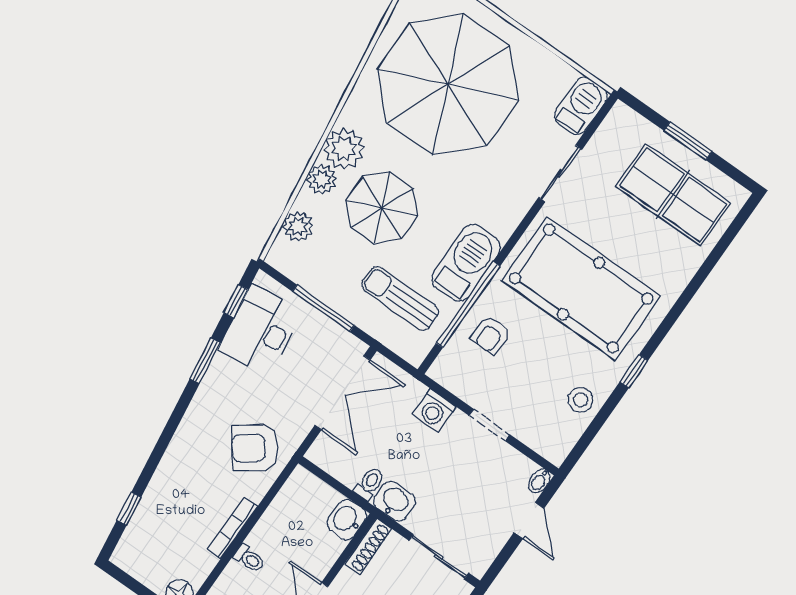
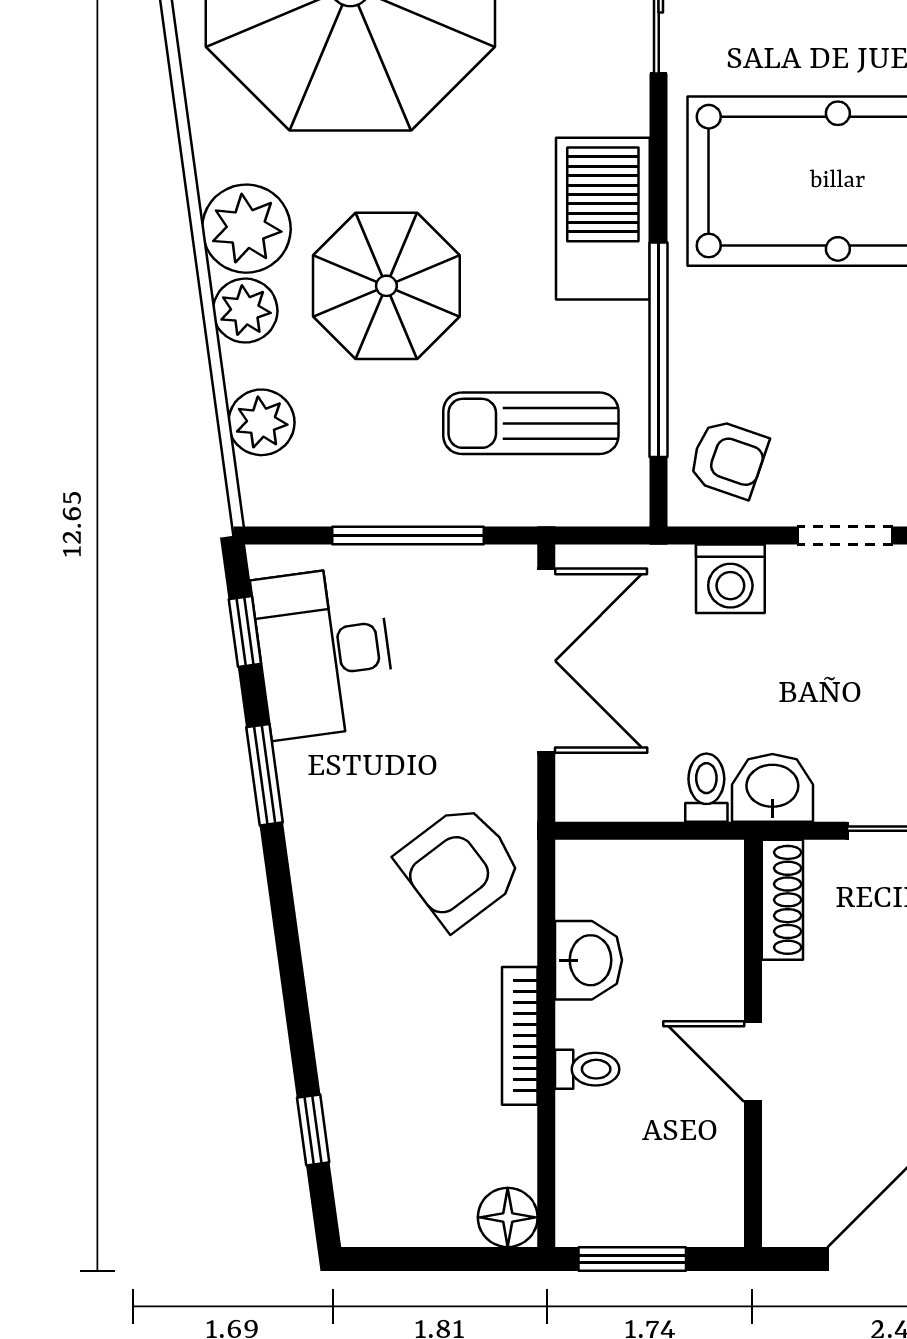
barbecue: (466, 263) -> (603, 219), moved
armchair: (491, 335) -> (728, 459), moved, turned -71
washbasin: (347, 519) -> (589, 960), moved, turned 180

